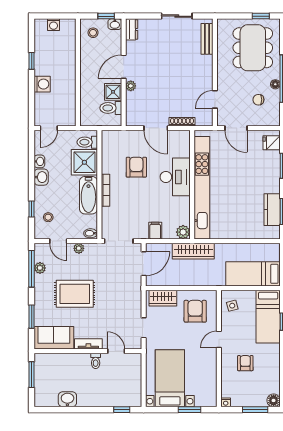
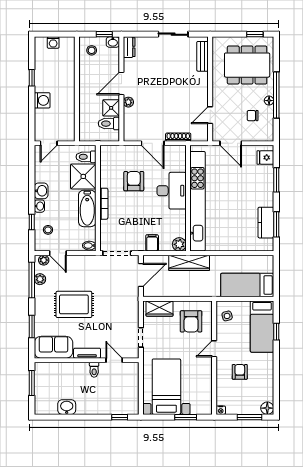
dining table: (253, 48) -> (247, 65), turned 90
washbasin: (39, 161) -> (39, 206), moved
plant: (79, 248) -> (44, 260), moved
armchair: (195, 311) -> (191, 321), turned 180

